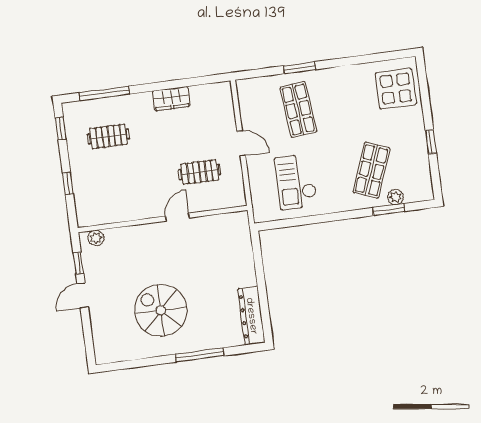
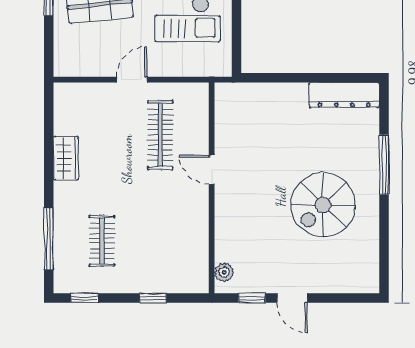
clothes rail: (200, 172) -> (160, 135), width x1.36

